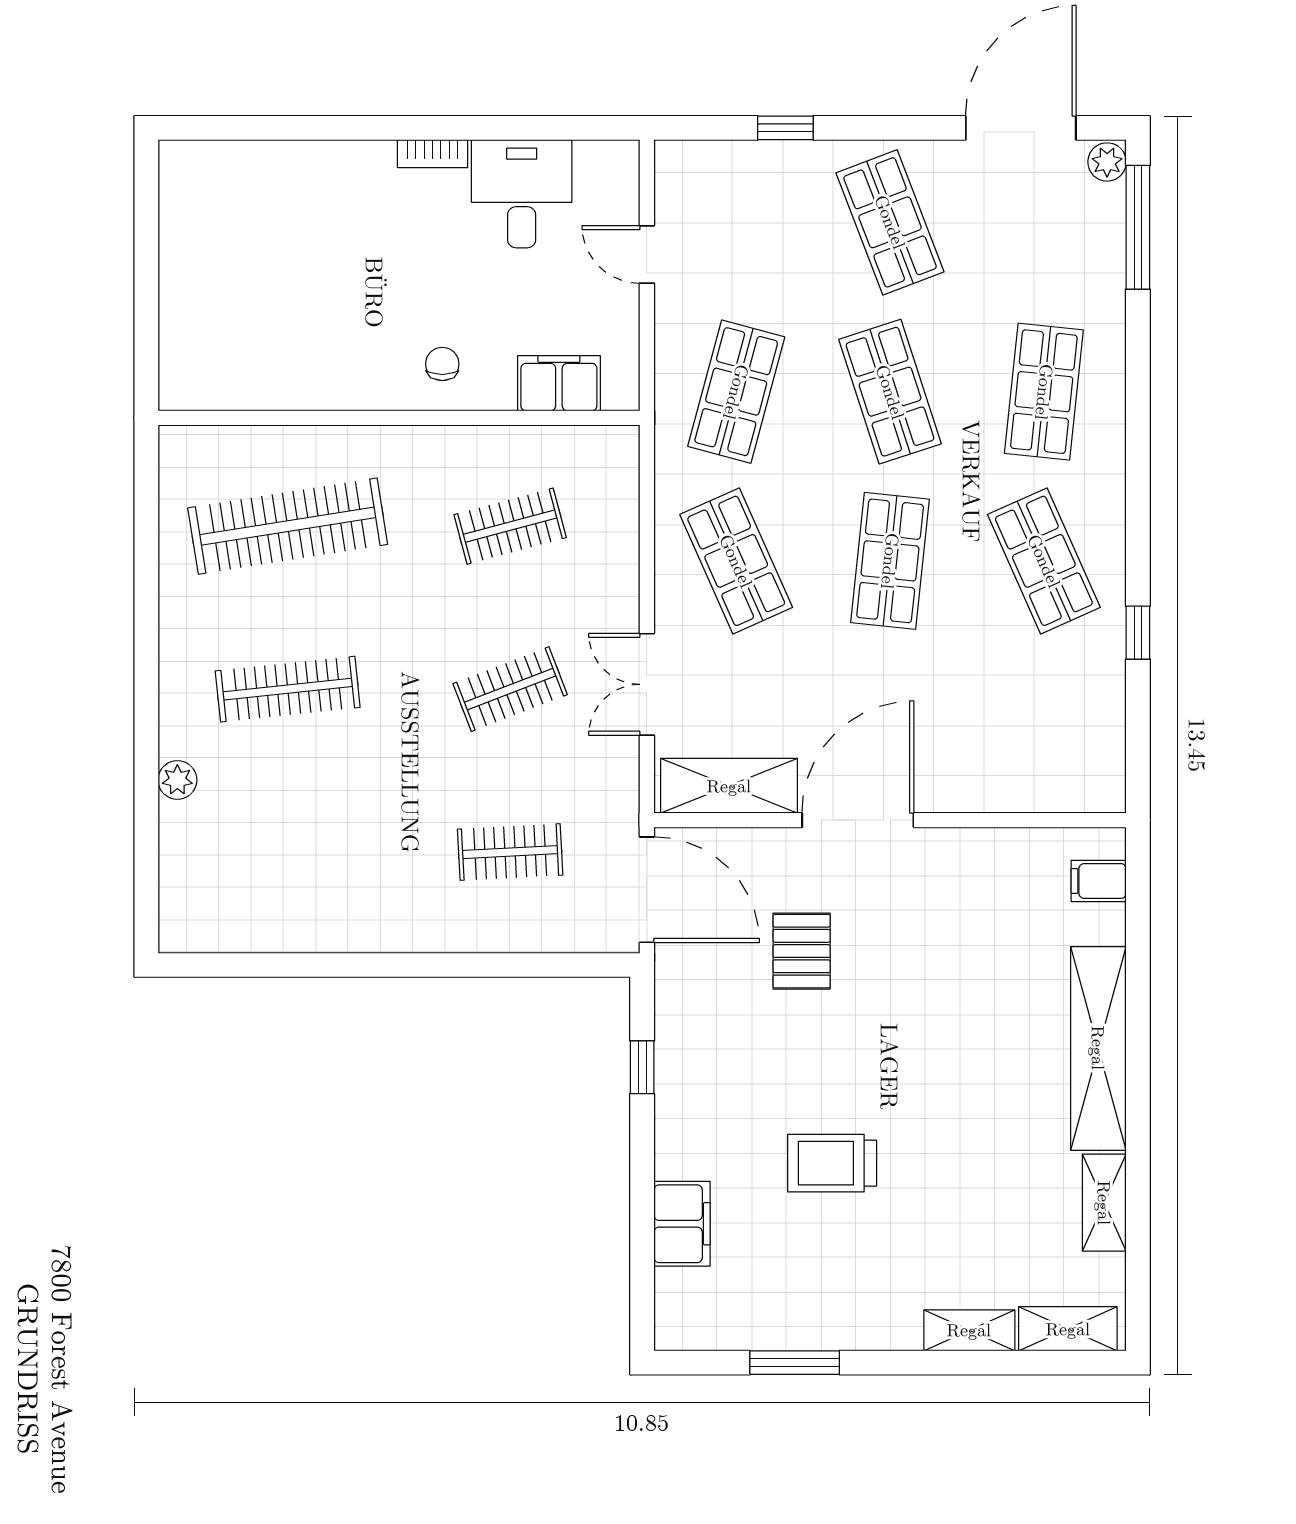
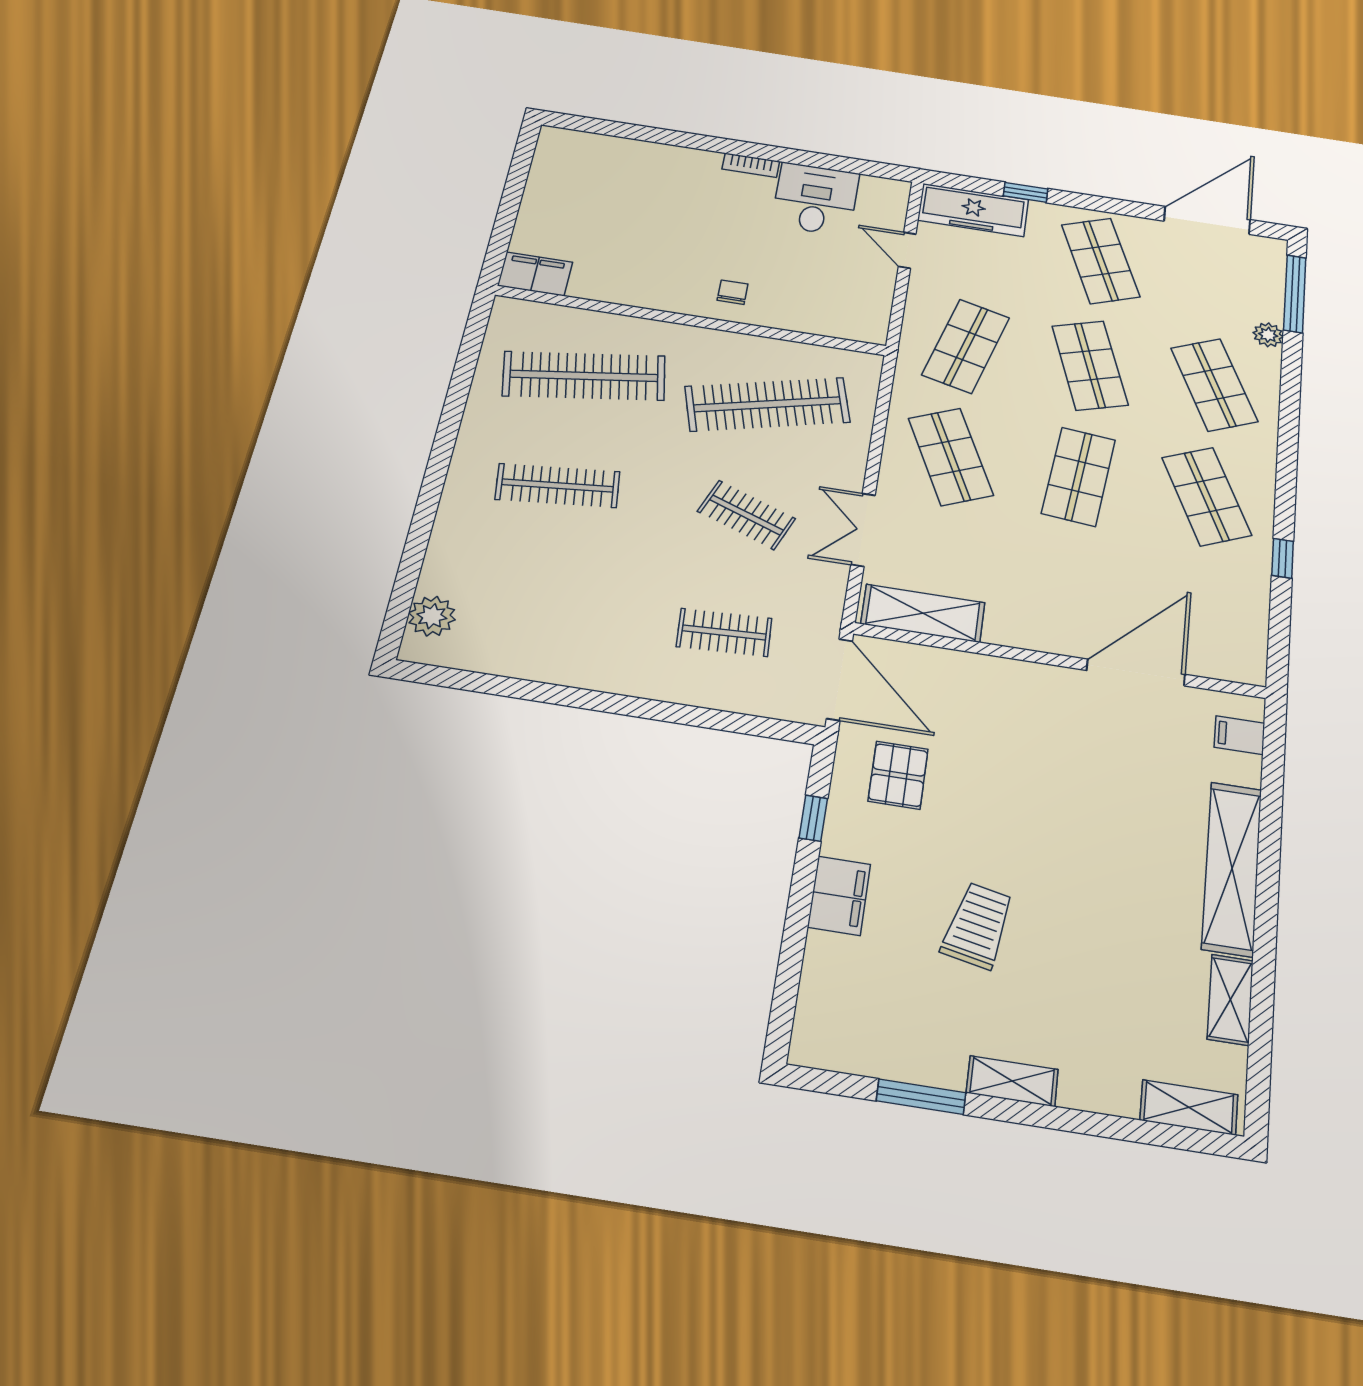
plant: (1107, 162) -> (1268, 335), moved
freezer: (722, 171) -> (973, 210), added
filing cabinet: (559, 383) -> (535, 274), moved
shop shelf: (1044, 392) -> (1214, 385), turned -30
clothes rail: (510, 526) -> (767, 404), width x1.86, depth x1.31
clothes rail: (510, 689) -> (746, 515), turned 42
plant: (177, 780) -> (432, 616), moved, width x1.38, depth x1.38
door: (858, 820) -> (1136, 672), moved
pallet: (802, 951) -> (898, 775), moved
trolley: (832, 1163) -> (978, 926), turned 102
filing cabinet: (682, 1224) -> (839, 896), moved
shelving: (969, 1330) -> (1012, 1081), moved

